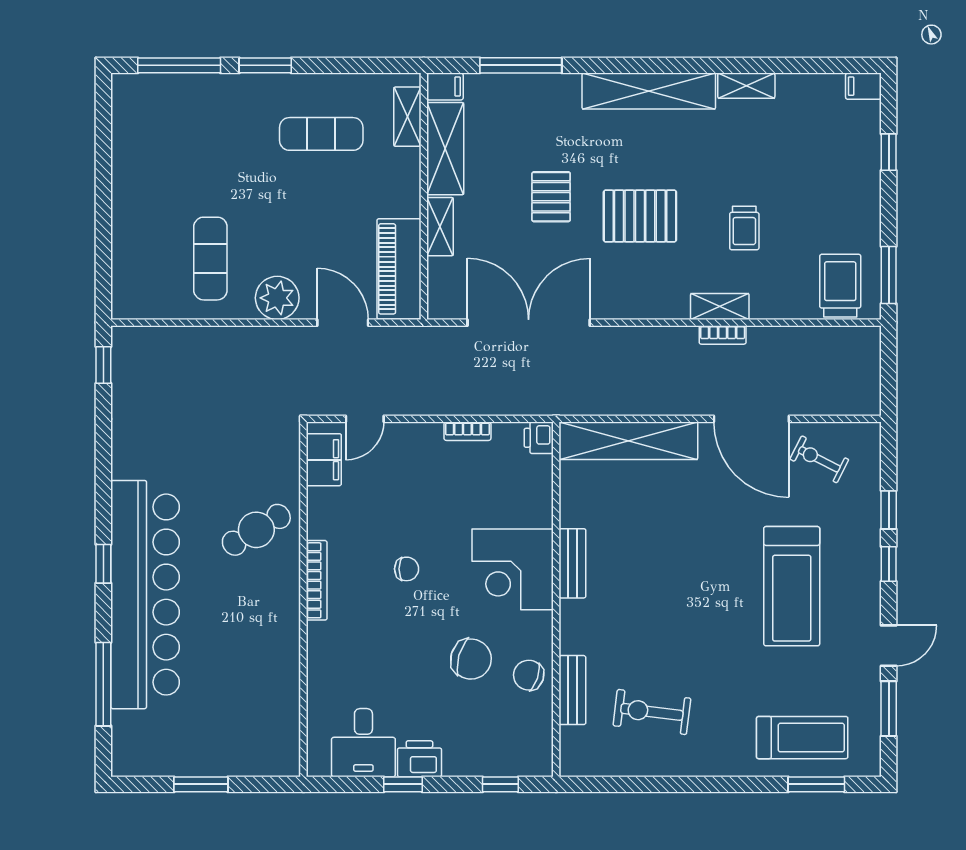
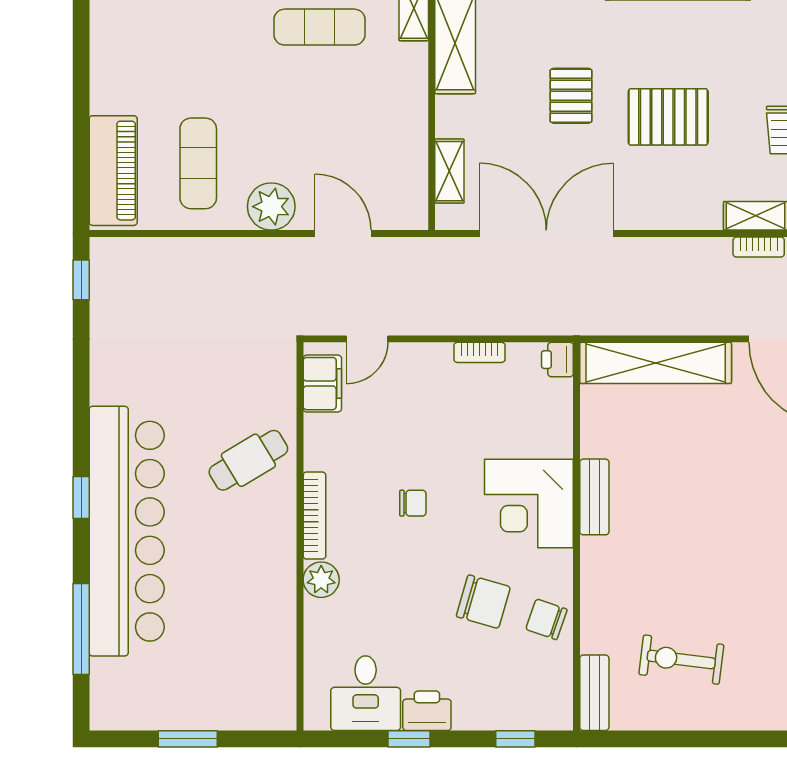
shelving: (440, 227) -> (449, 171), moved
piano: (399, 269) -> (113, 171), moved, turned 180
plant: (323, 639) -> (321, 580), added
bench: (572, 690) -> (594, 693), moved

